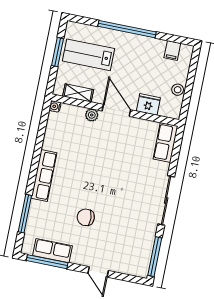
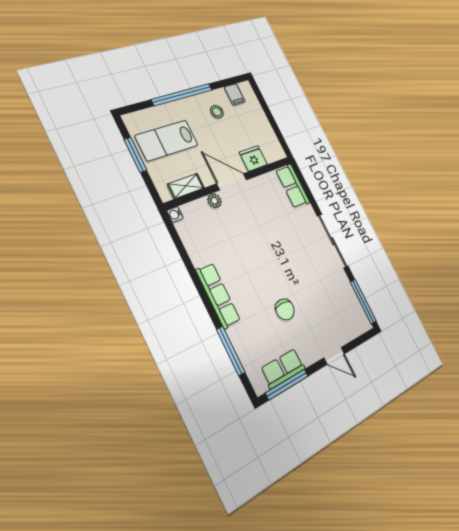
stool: (178, 90) -> (217, 112), moved
chair: (86, 217) -> (285, 309), turned -87

